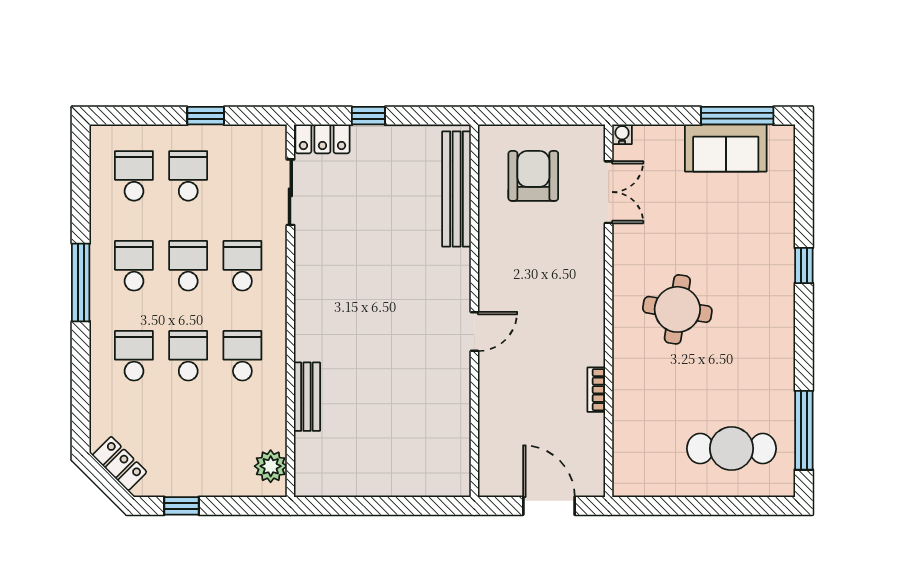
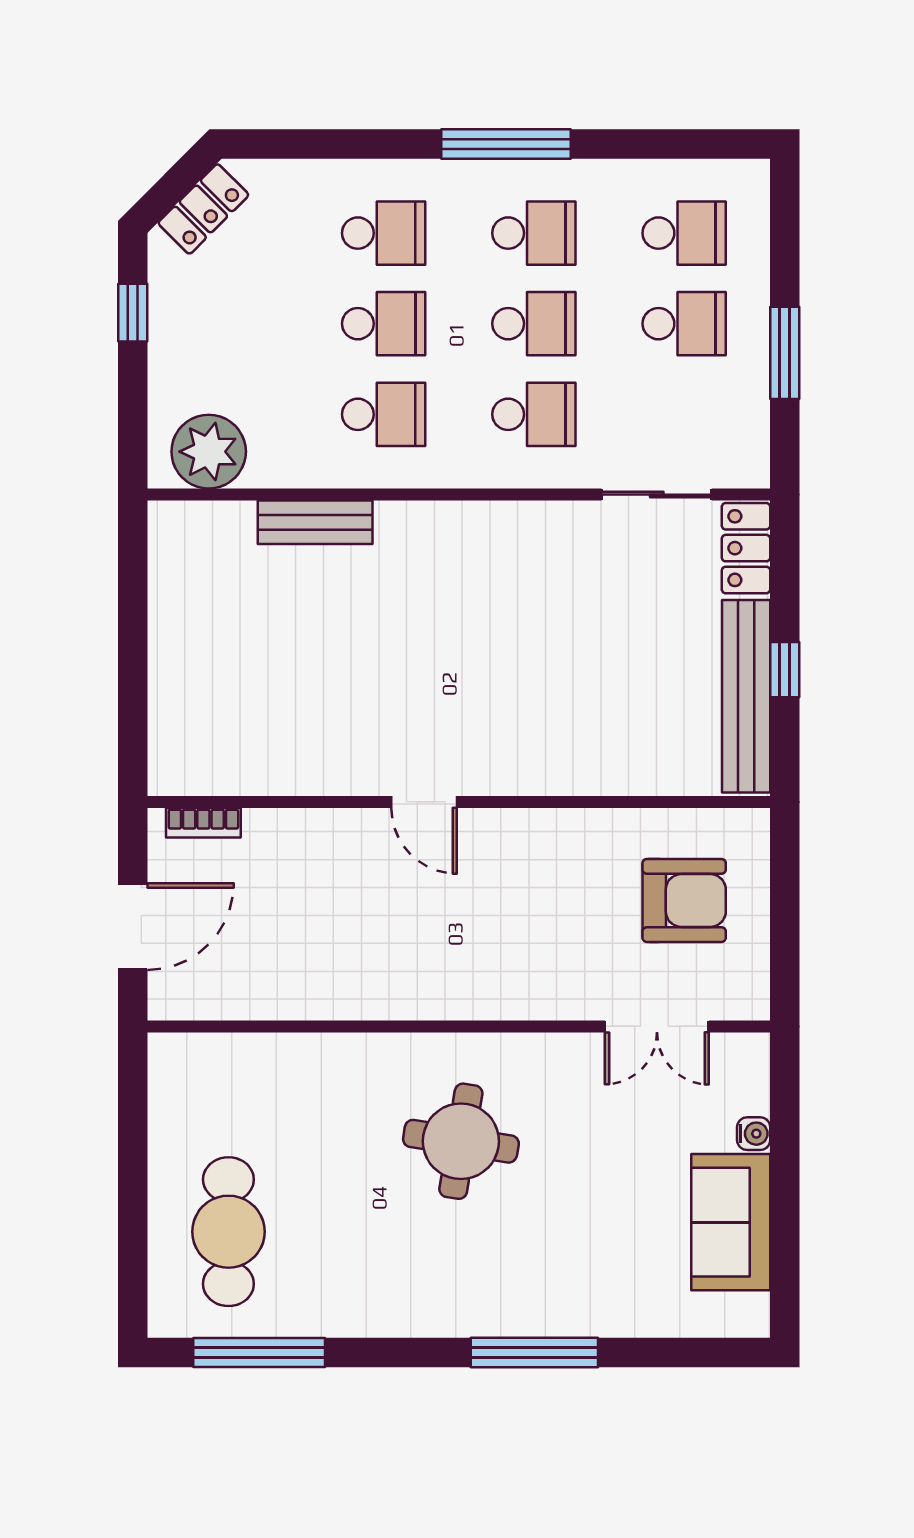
window: (206, 116) -> (785, 353), width x1.50
window: (368, 116) -> (785, 670), moved
window: (737, 116) -> (785, 1241), removed
water cooler: (622, 134) -> (754, 1134), moved
bench: (457, 189) -> (746, 696), moved, turned 90
window: (804, 265) -> (534, 1353), width x2.17
bookcase: (596, 390) -> (203, 823), moved, turned 180
plant: (271, 466) -> (209, 452), width x1.36, depth x1.36

